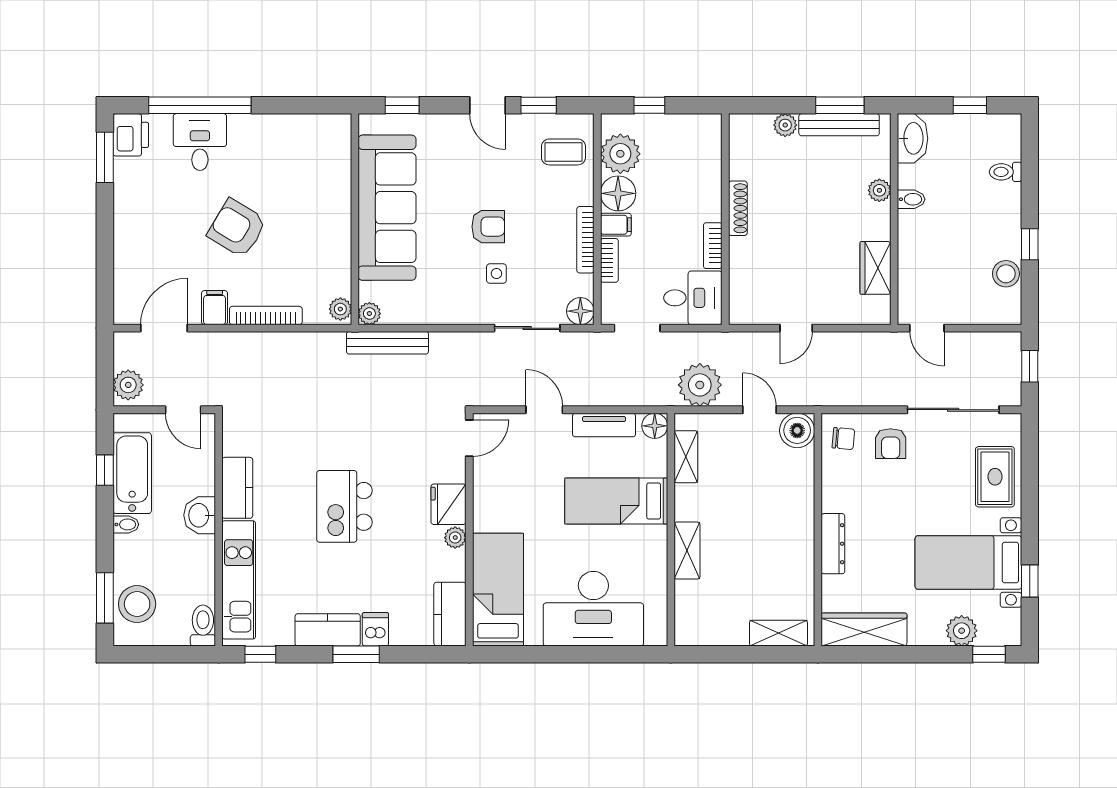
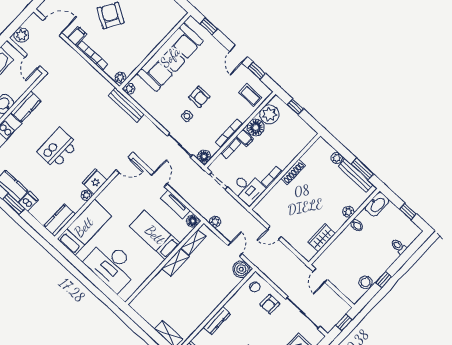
plant: (700, 385) -> (215, 222), width x0.53, depth x0.53
shelving: (687, 551) -> (175, 262), moved

